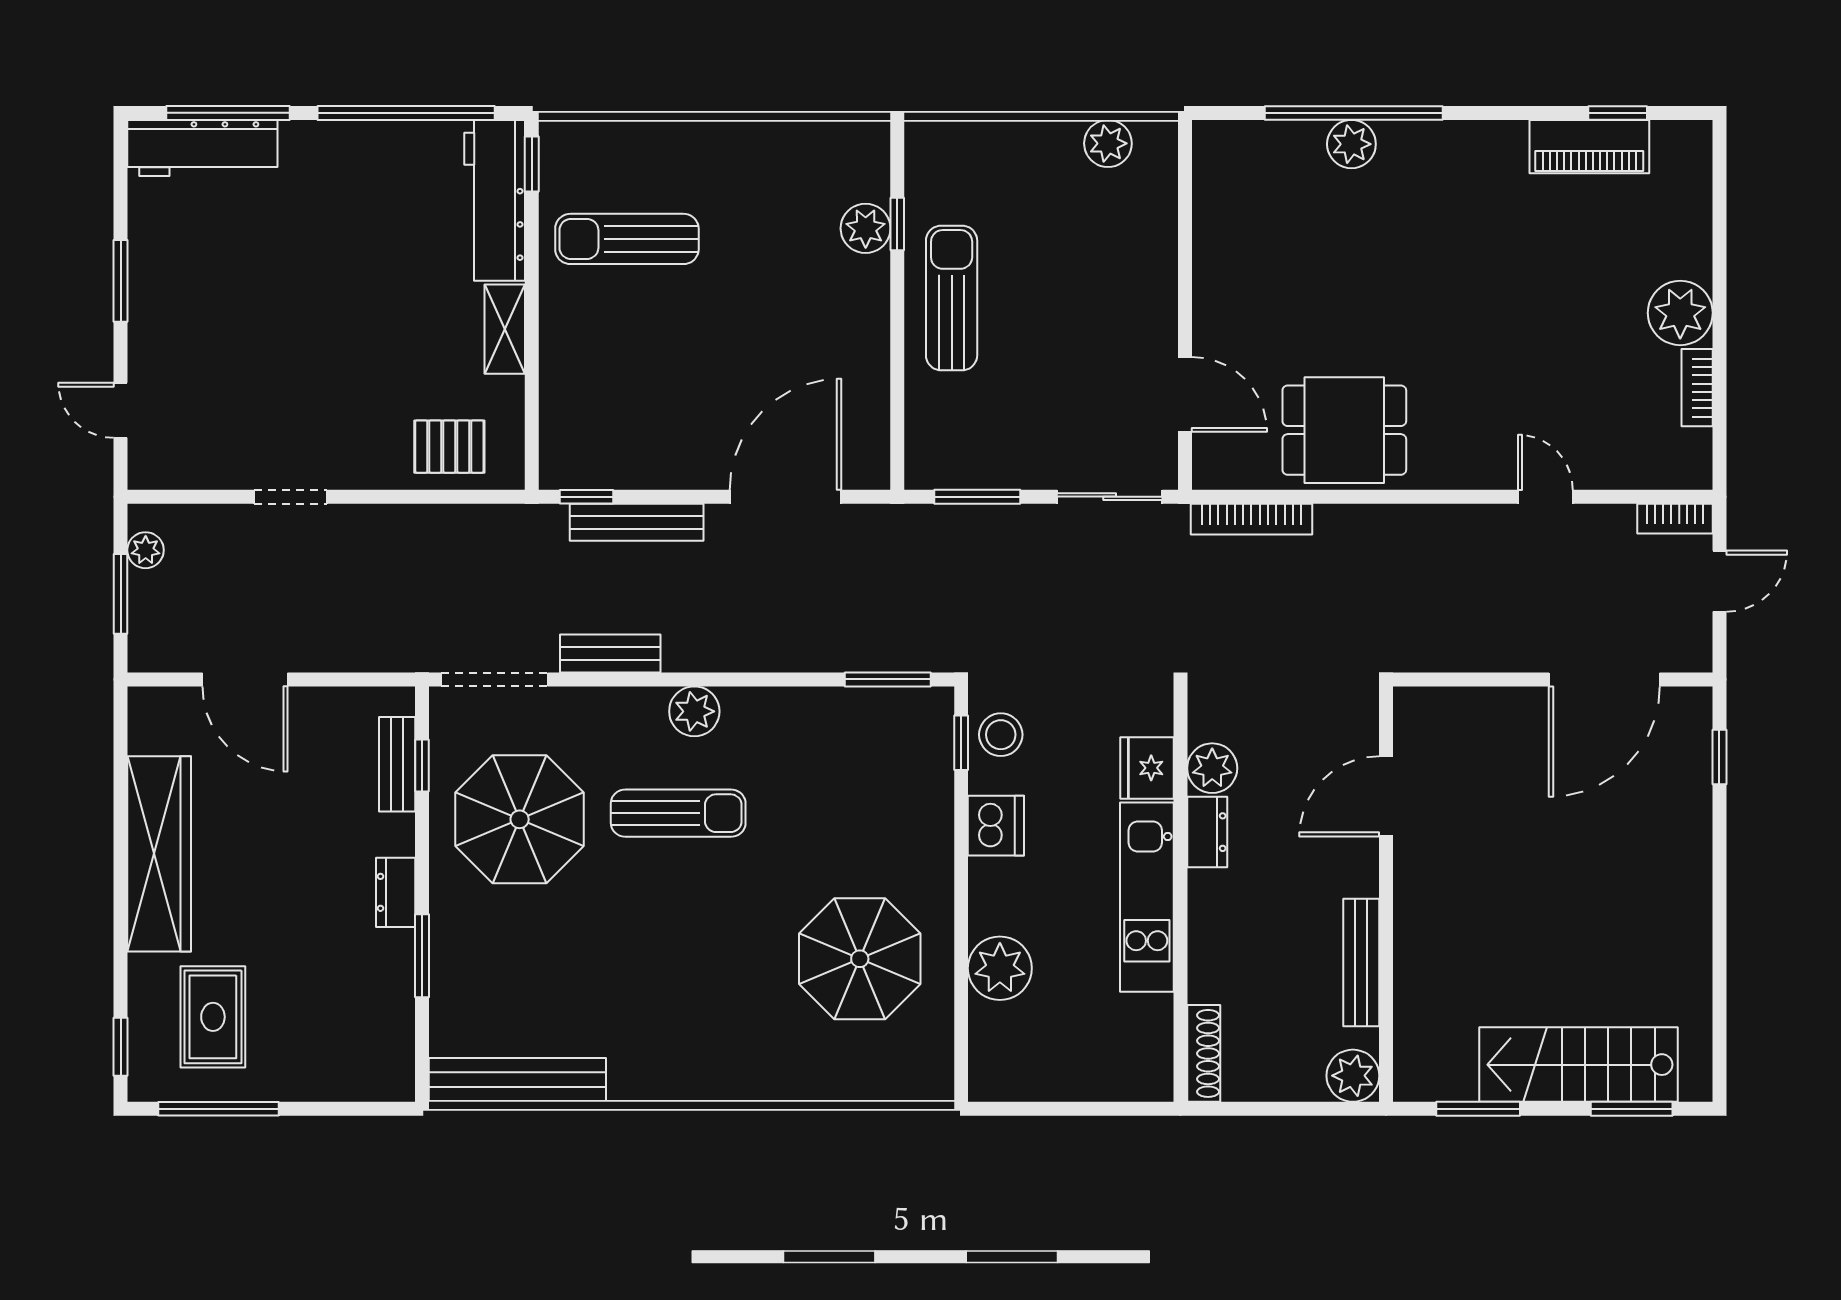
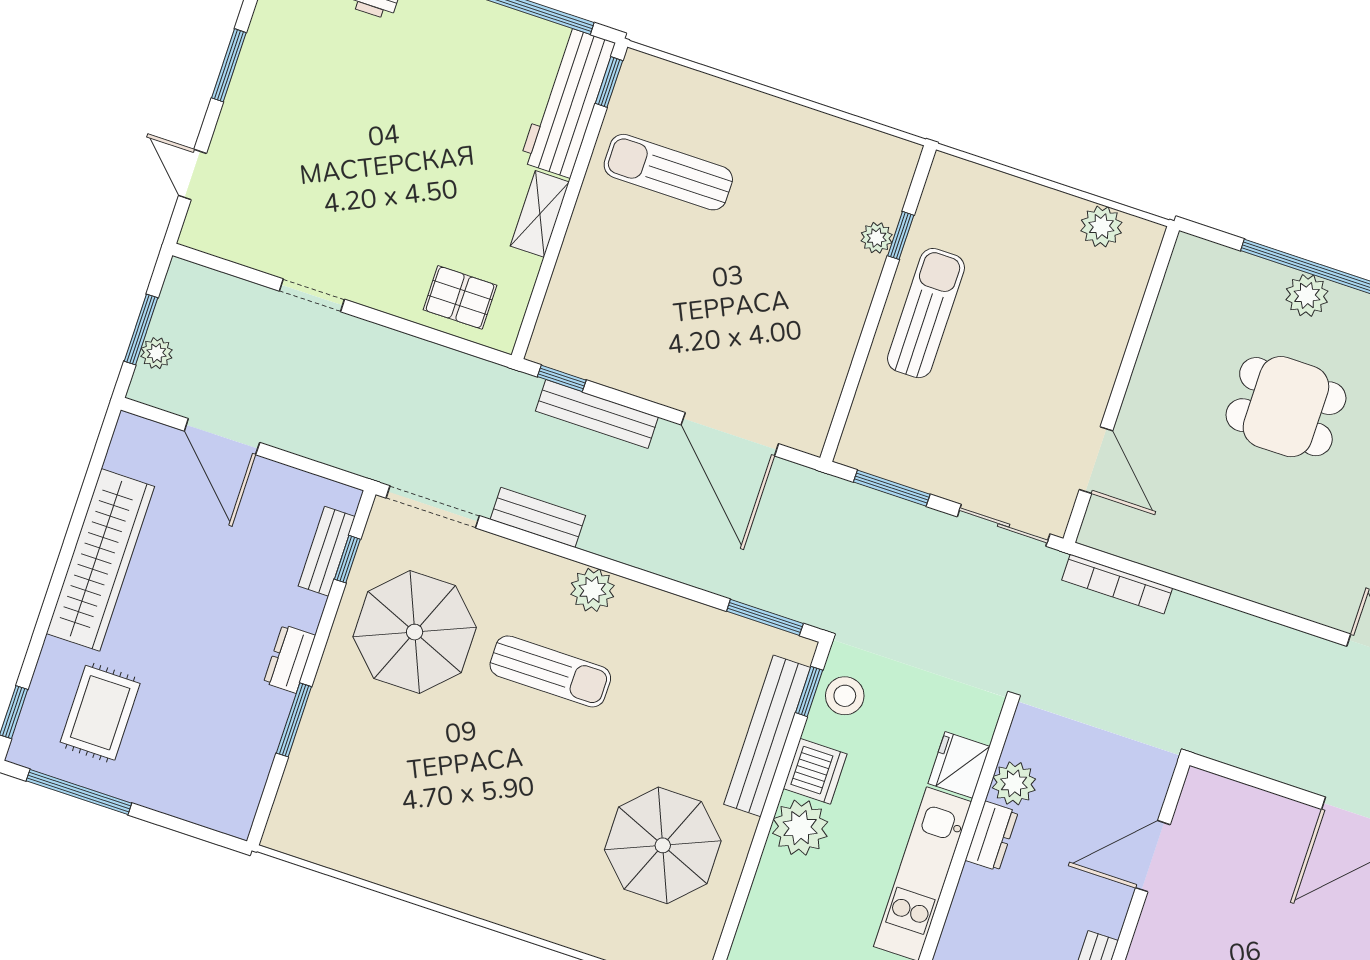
plant: (866, 228) -> (877, 238), width x0.73, depth x0.73
dining table: (1344, 430) -> (1286, 407), moved
door: (785, 497) -> (730, 434), swing flipped
plant: (146, 550) -> (157, 353), moved
plant: (1000, 968) -> (800, 828), moved
bench: (517, 1080) -> (767, 736), moved, turned 90

